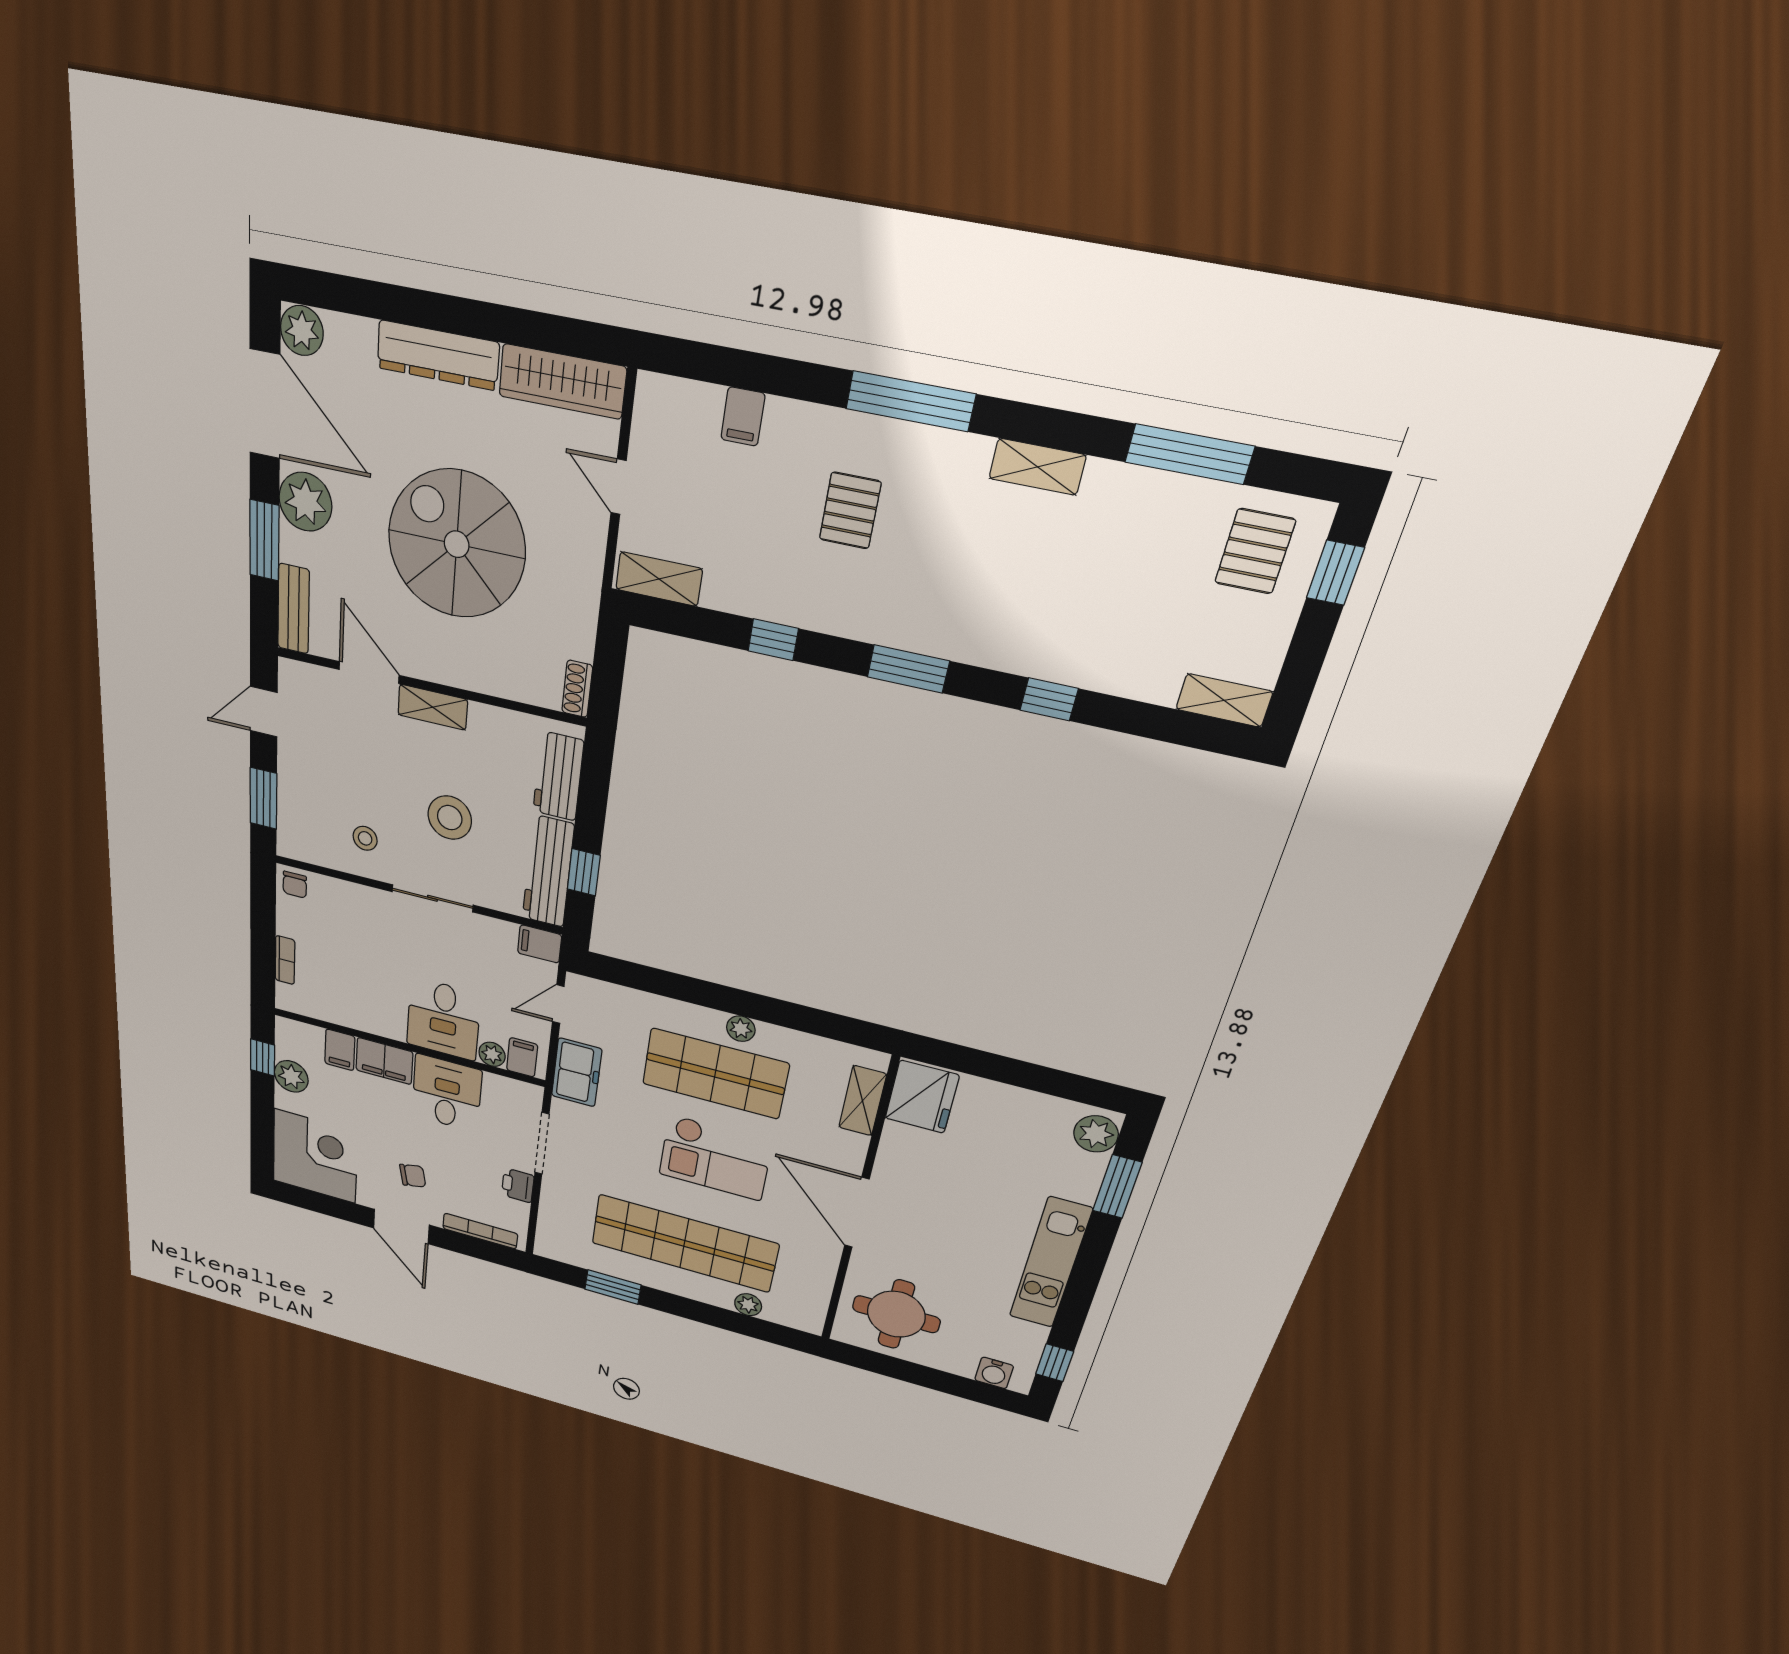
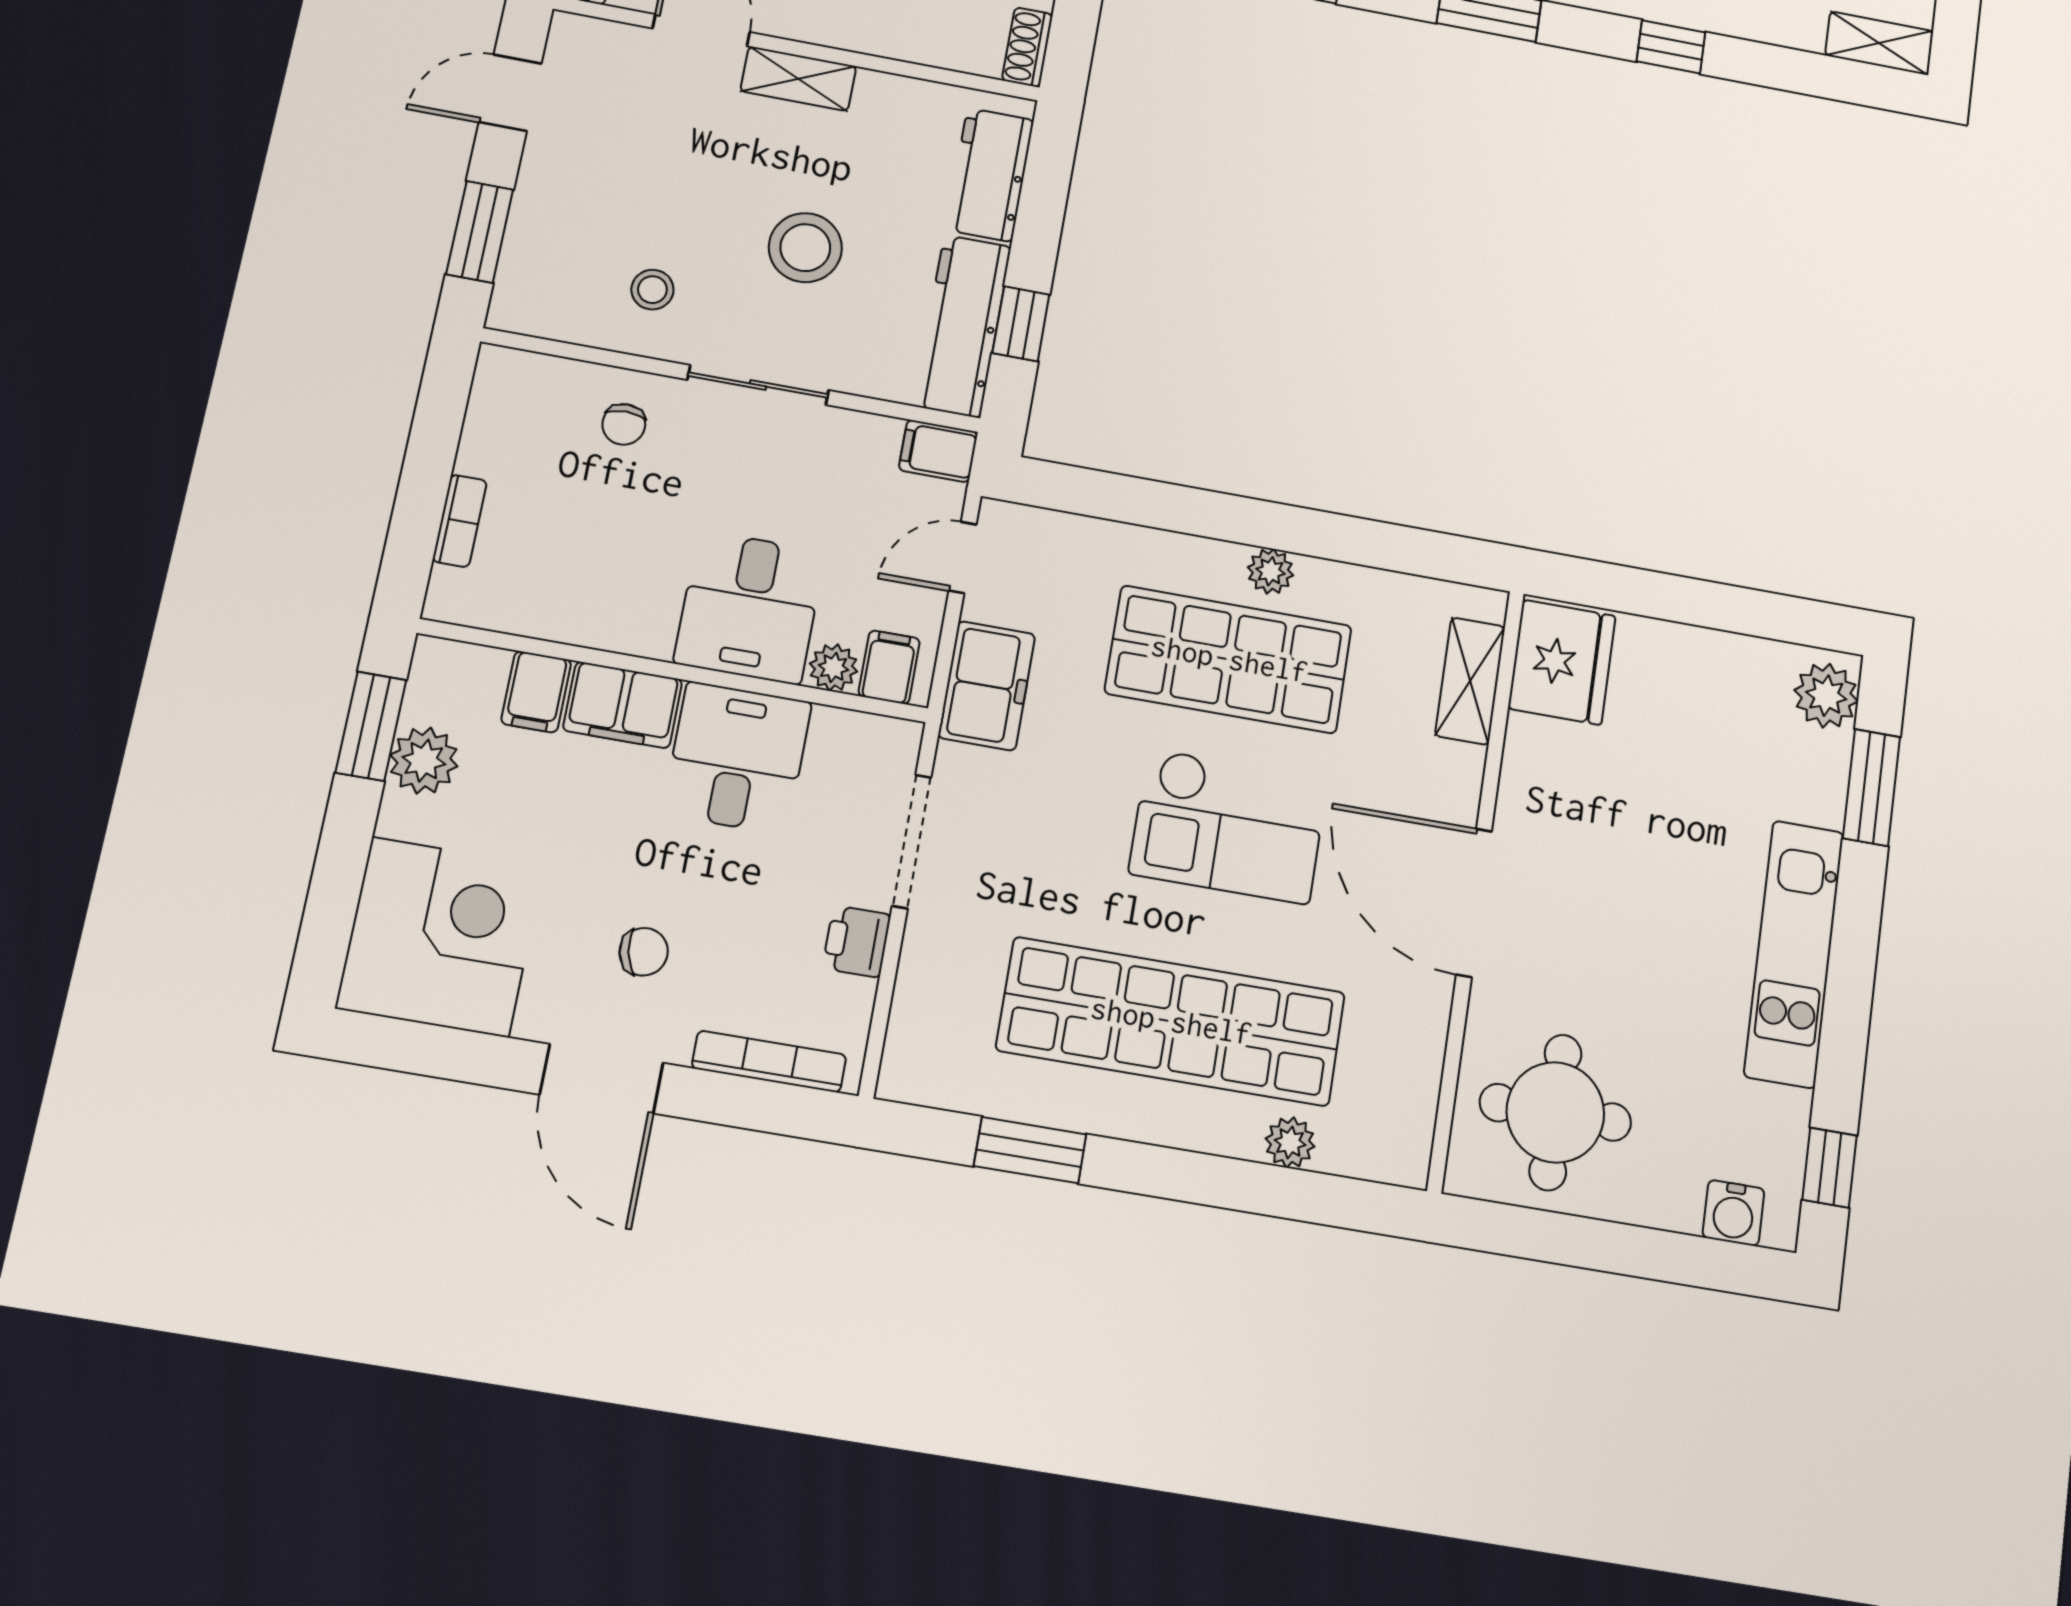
chair: (295, 885) -> (624, 424), moved
window: (263, 1057) -> (371, 726), width x1.50

